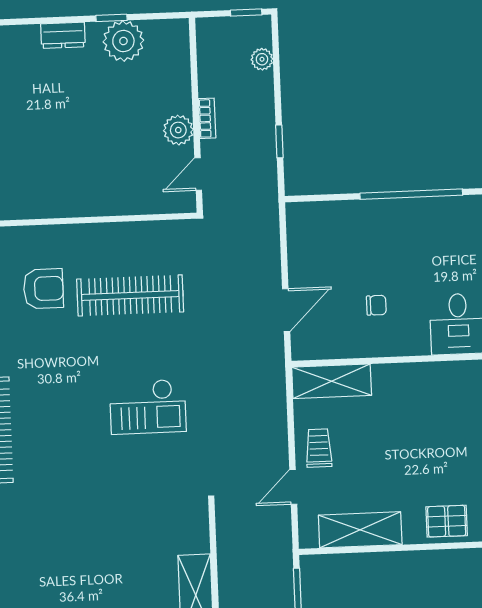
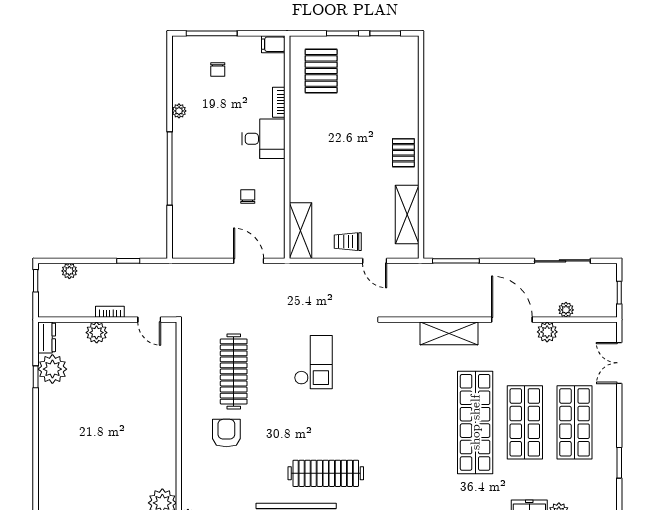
dresser: (63, 35) -> (47, 337), moved
plant: (178, 130) -> (97, 333), moved

